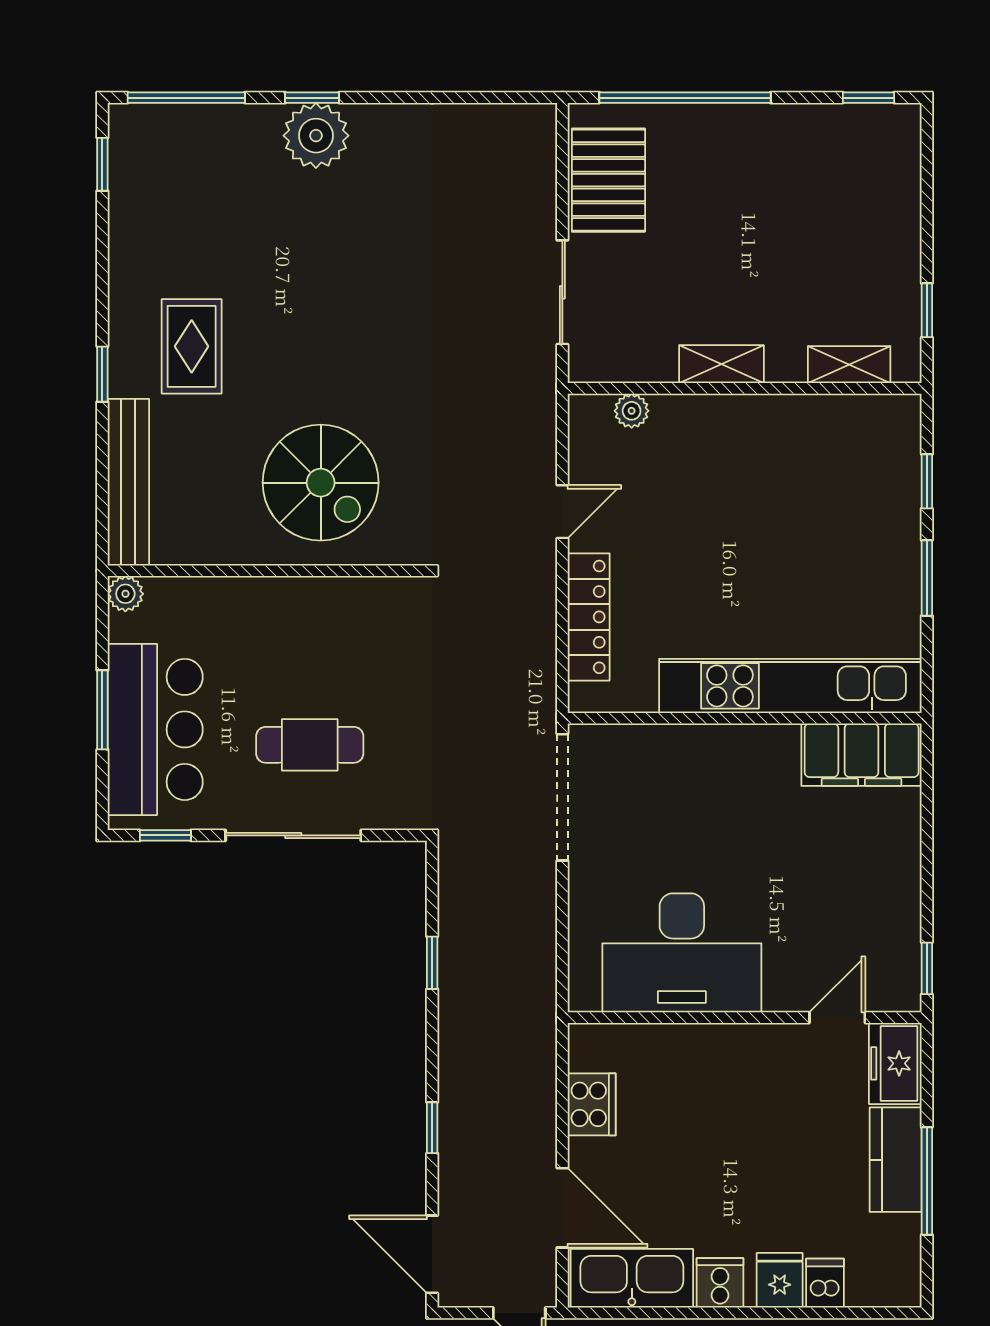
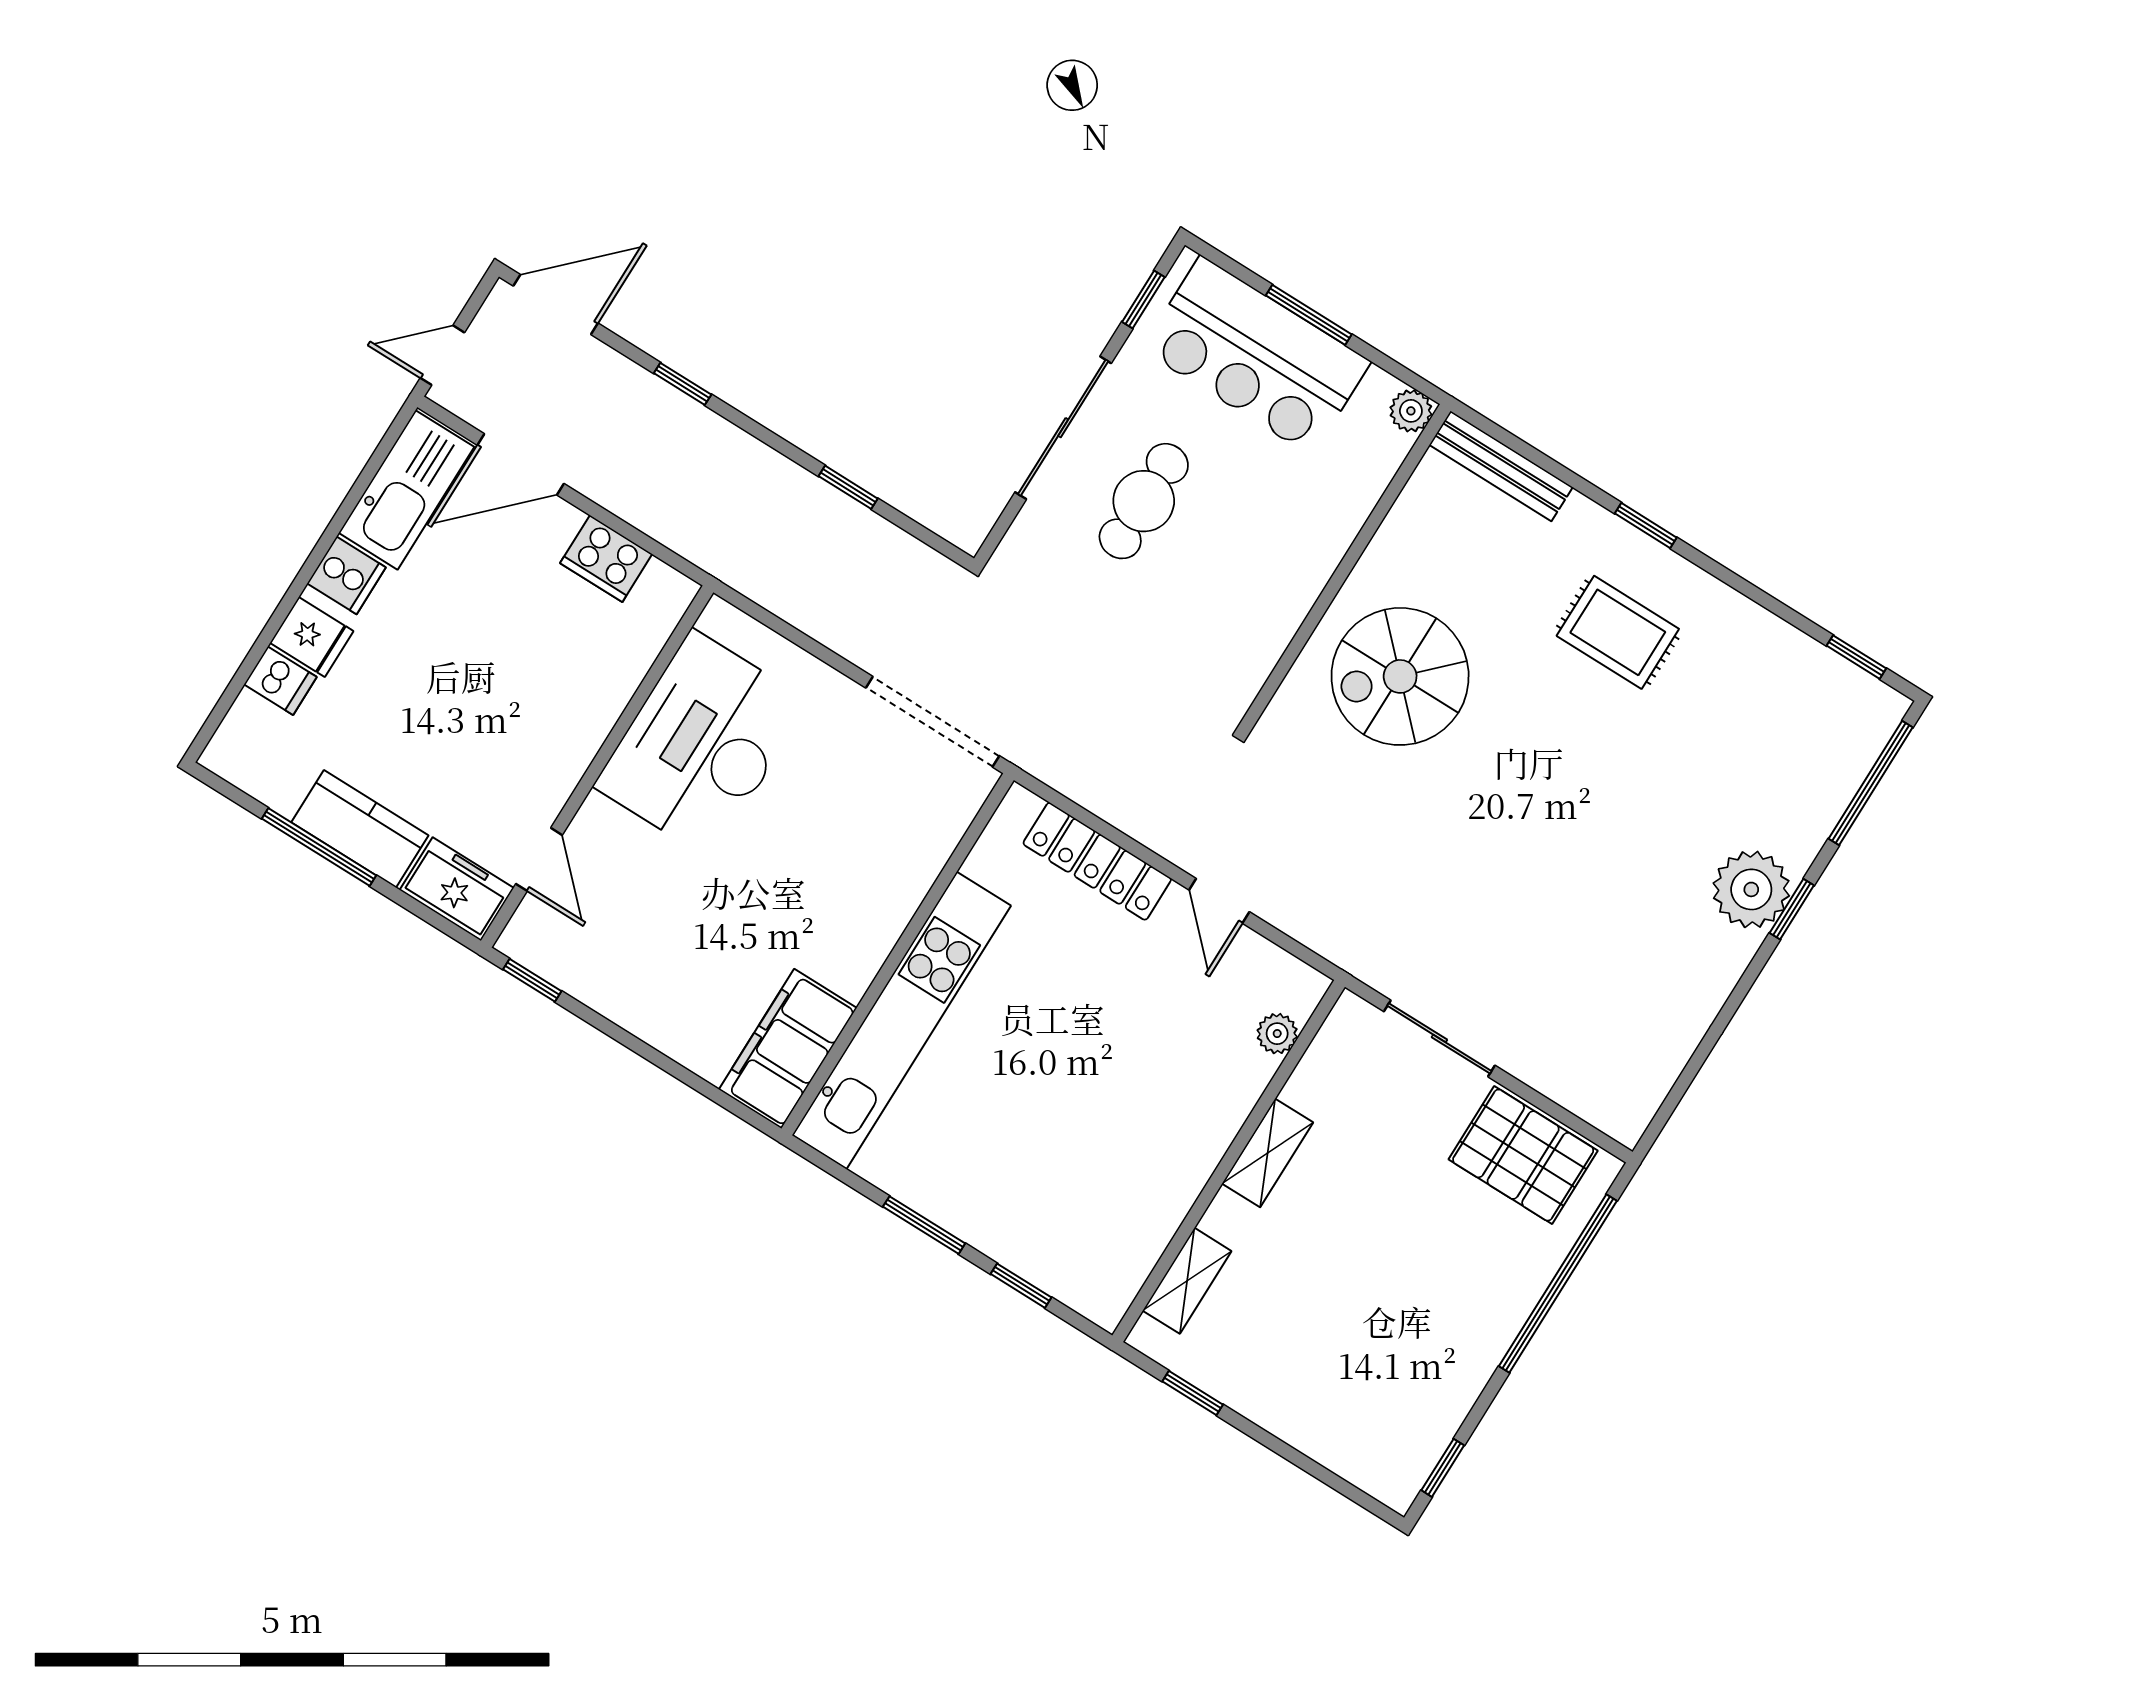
bench: (128, 482) -> (1501, 466), width x0.73, depth x0.82

